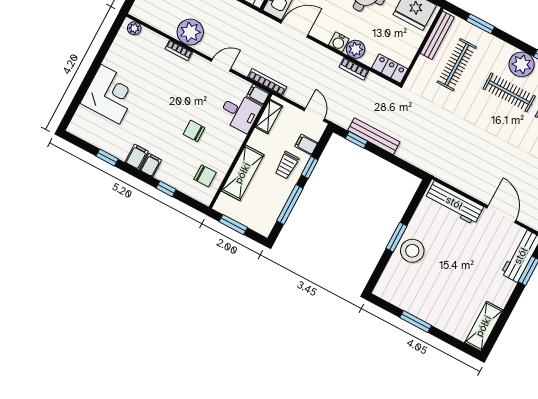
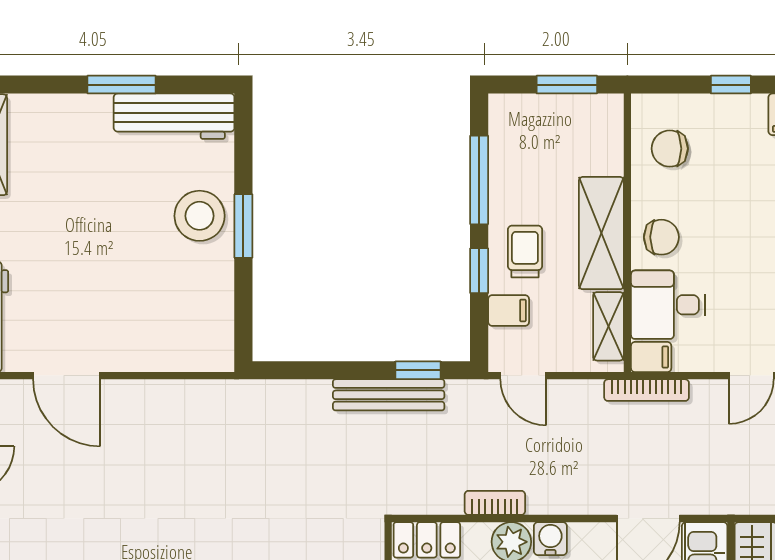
chair: (194, 131) -> (661, 237), moved
shelving: (243, 173) -> (601, 233), moved
workbench: (454, 203) -> (174, 116), moved, turned 180

